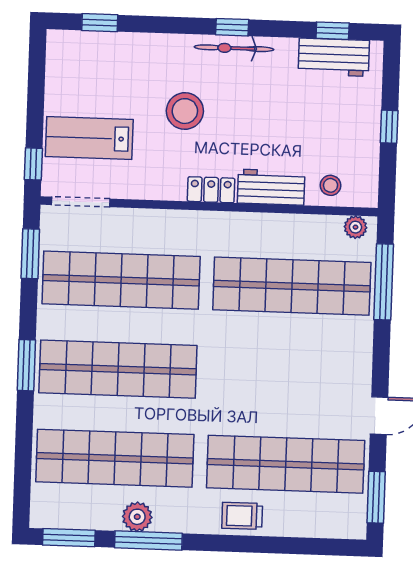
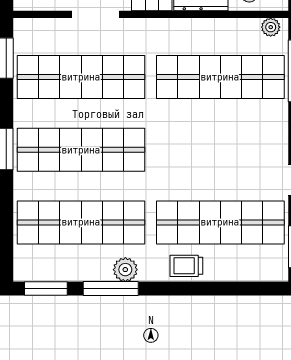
doorway: (81, 202) -> (96, 14), moved
plant: (137, 517) -> (125, 270), moved

